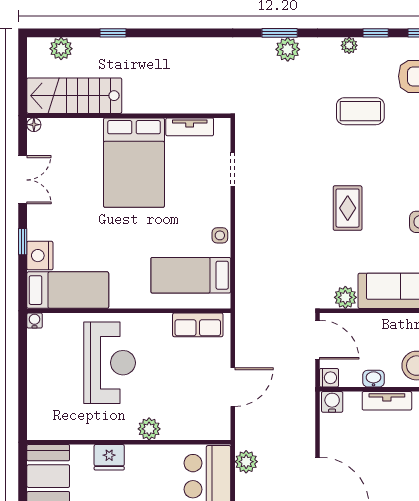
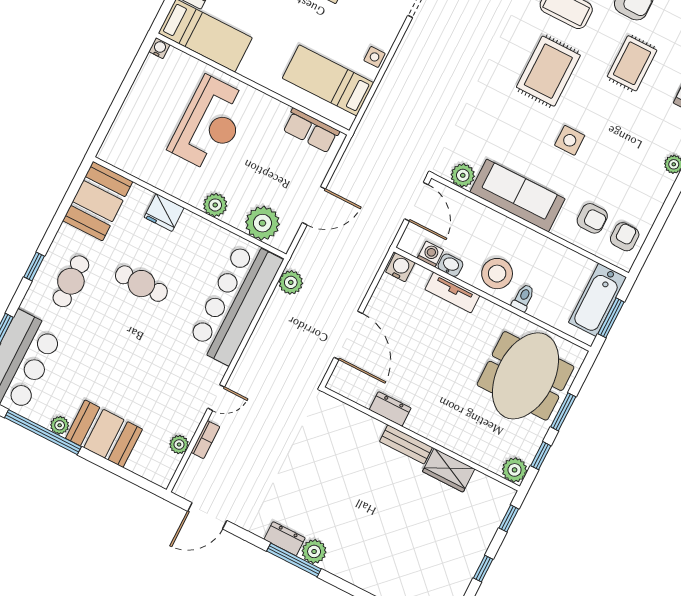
rug: (348, 208) -> (548, 71), moved, width x1.36, depth x1.43
washing machine: (329, 378) -> (430, 254), moved, turned -90
plant: (197, 424) -> (262, 223), added

